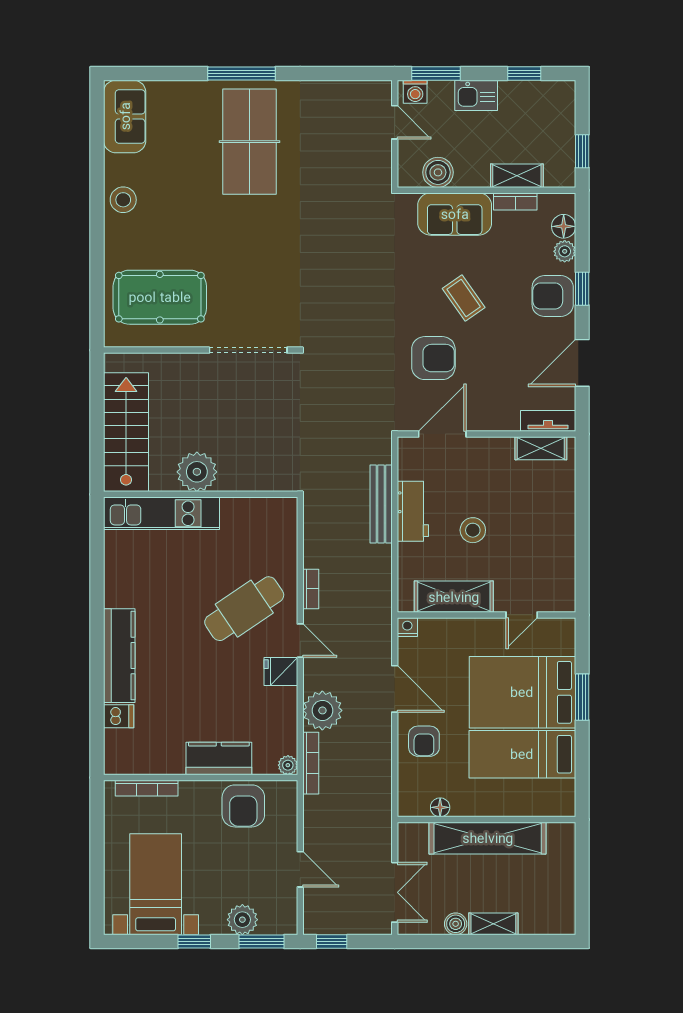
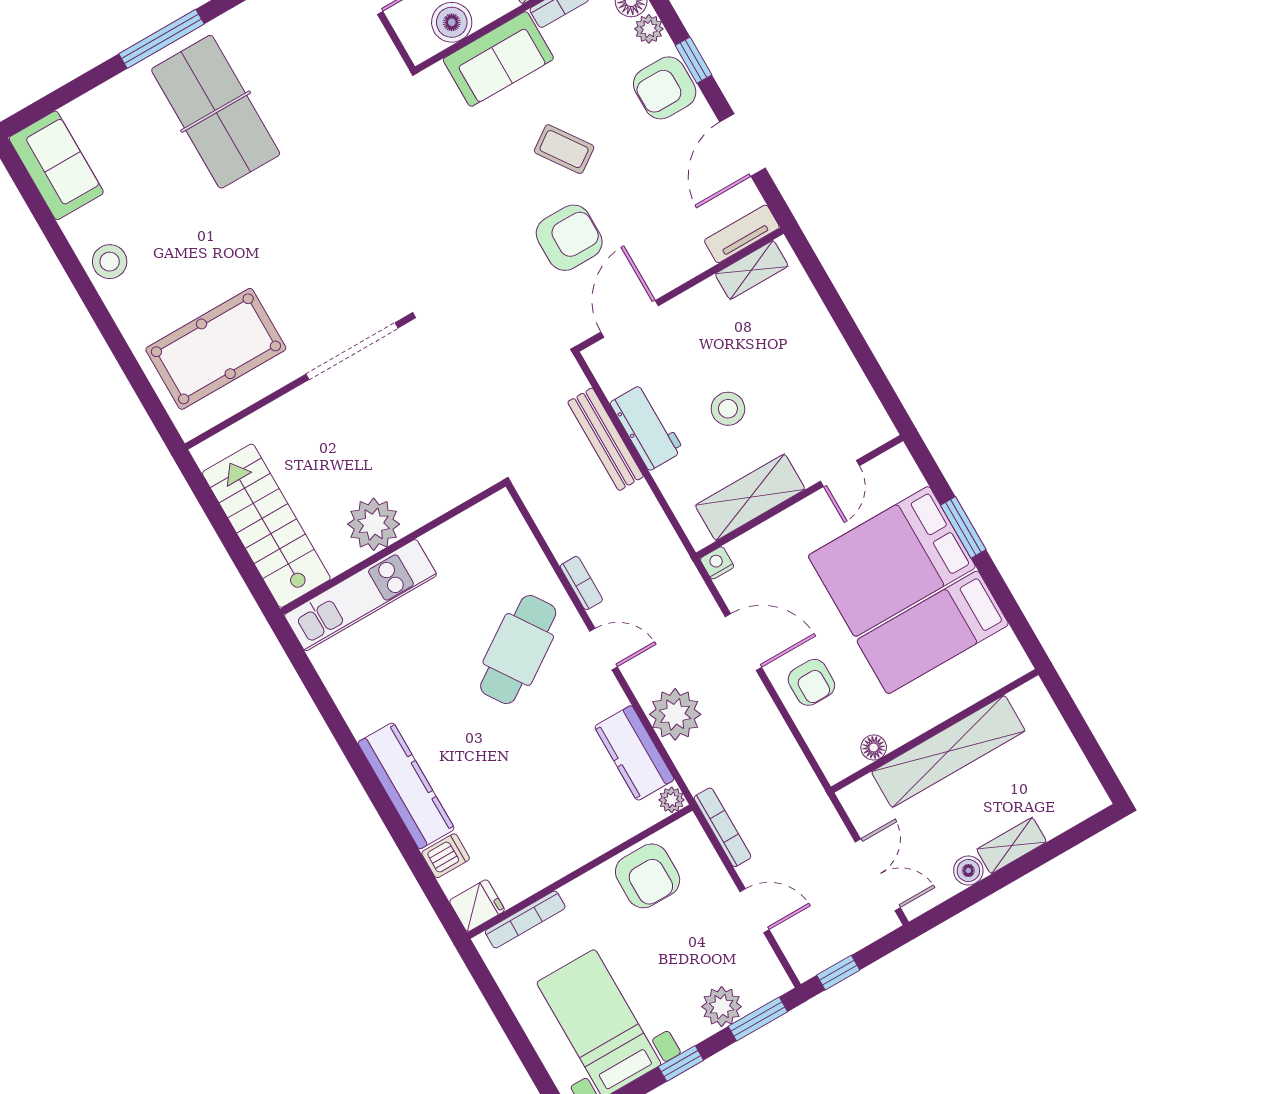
fridge: (281, 671) -> (477, 906), moved, turned 180
kitchen counter: (219, 759) -> (634, 753), moved, turned -90
bookcase: (311, 763) -> (722, 827), moved

